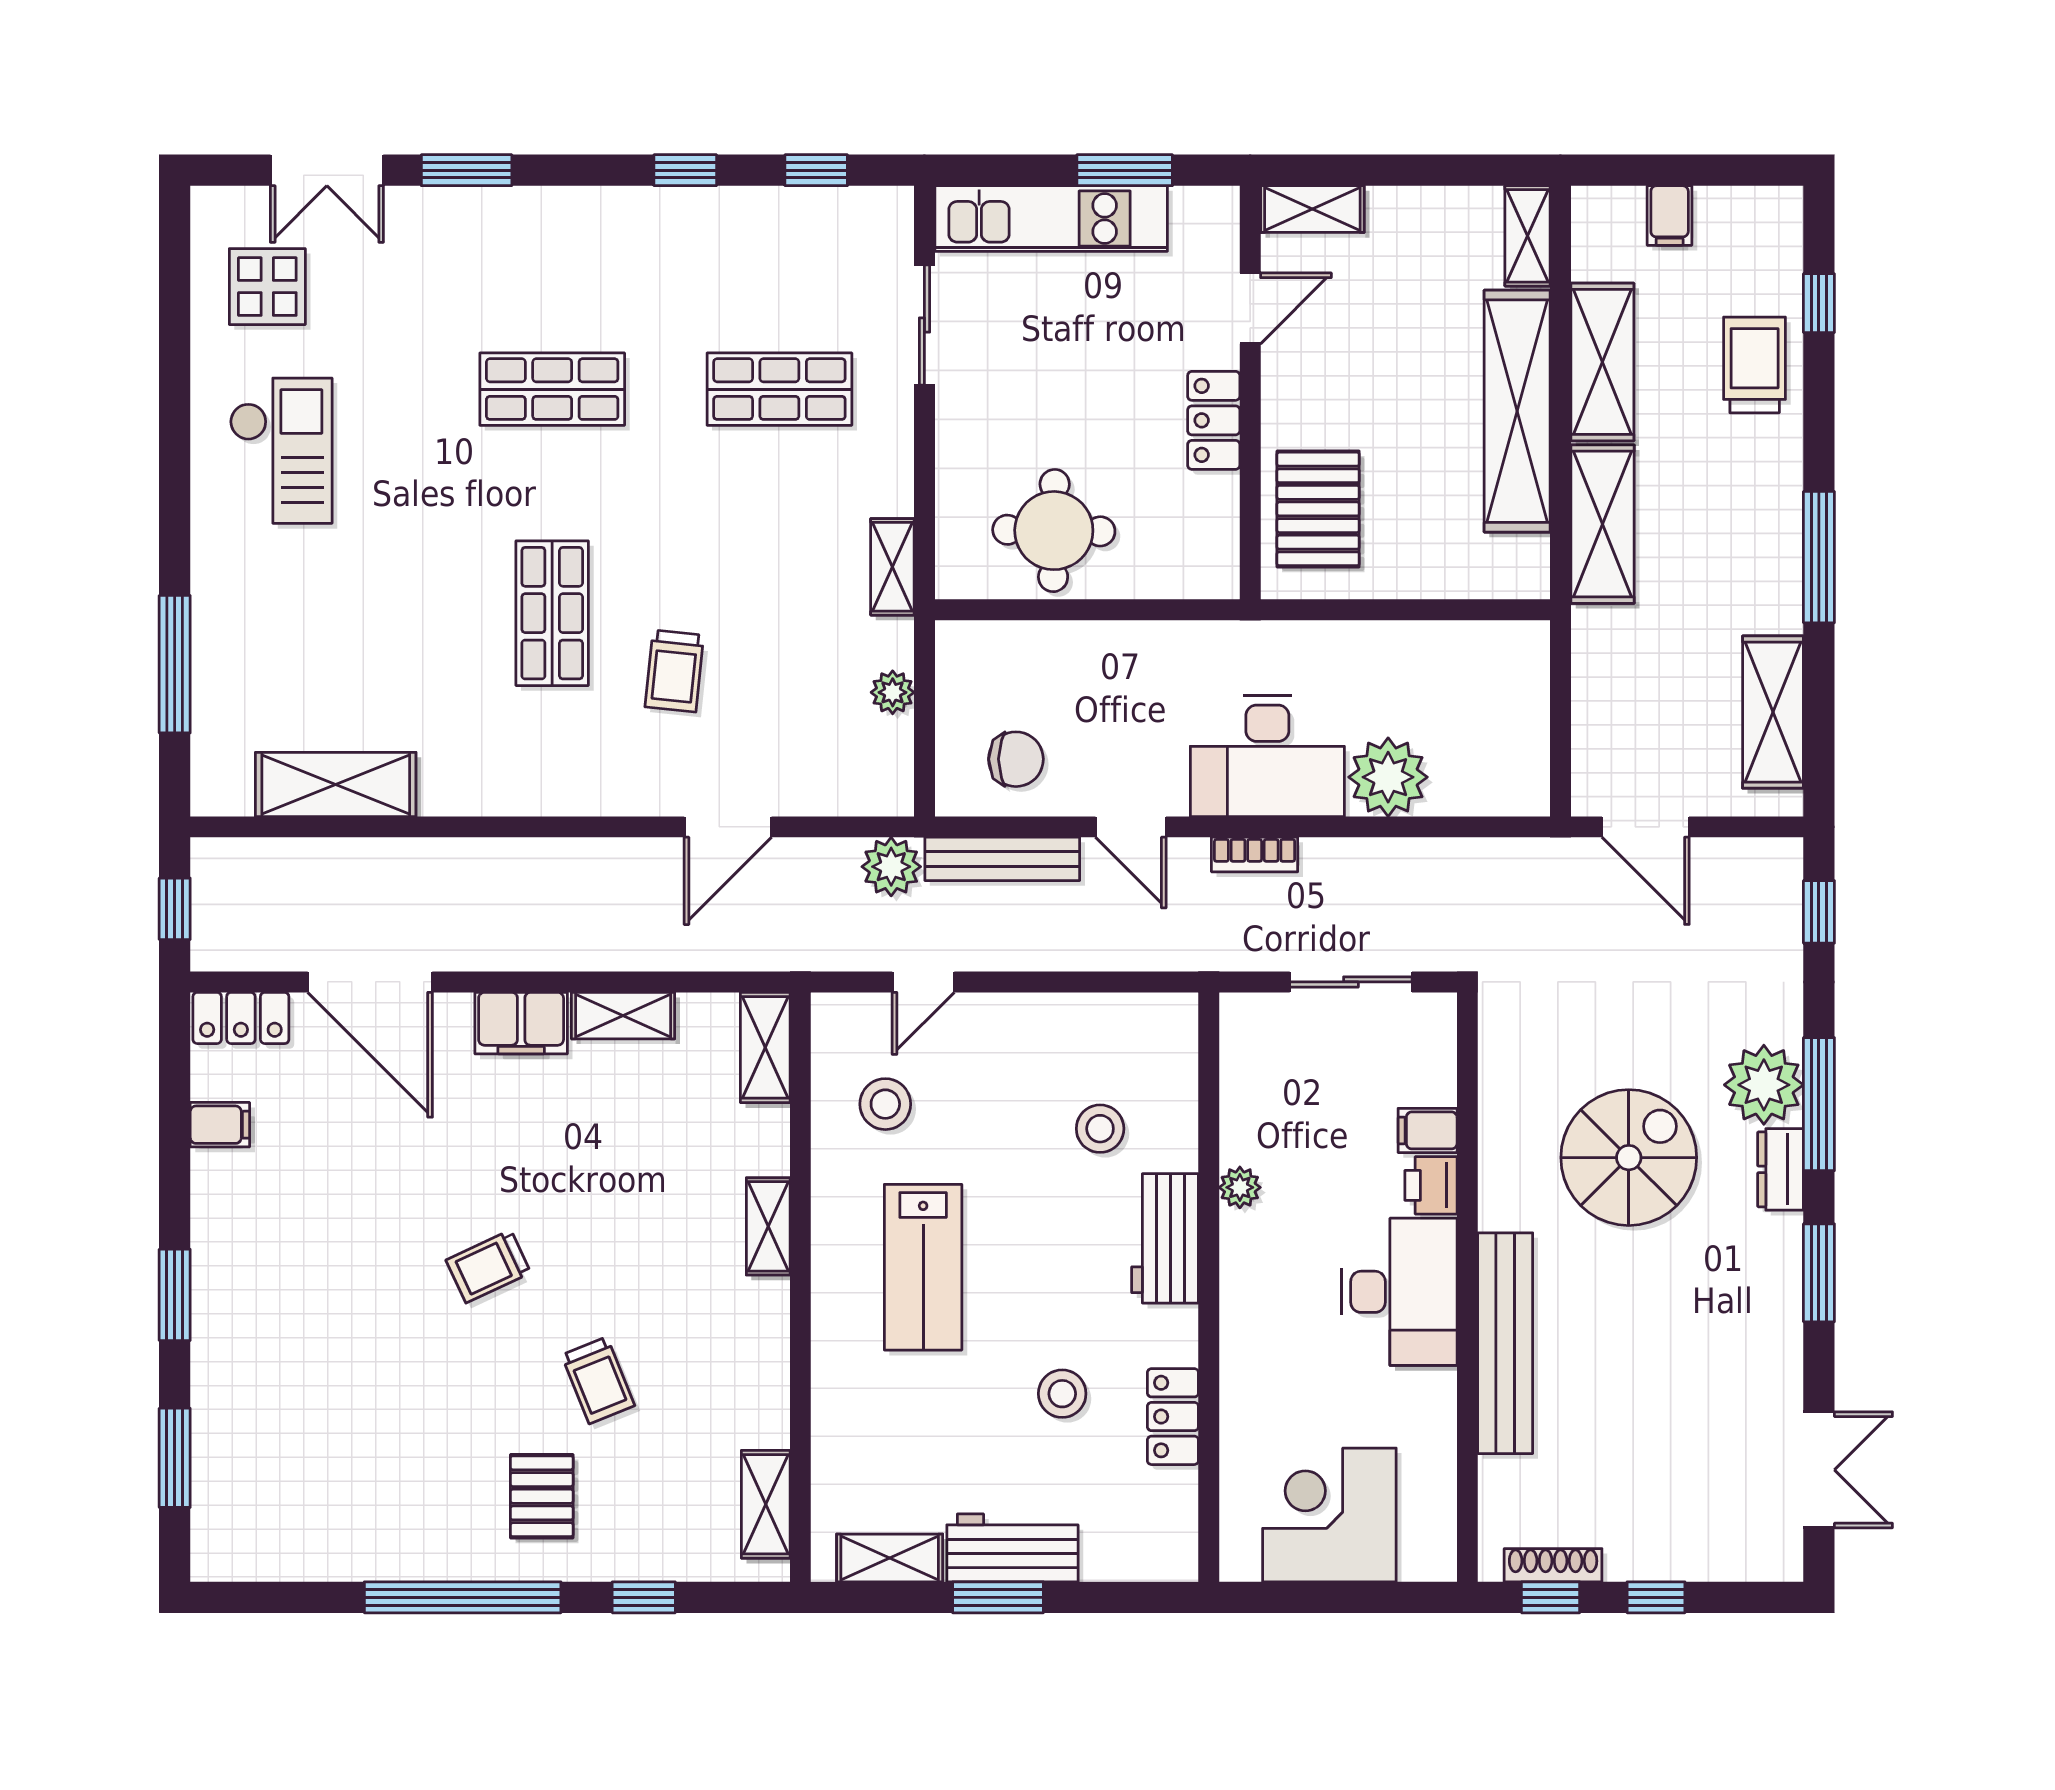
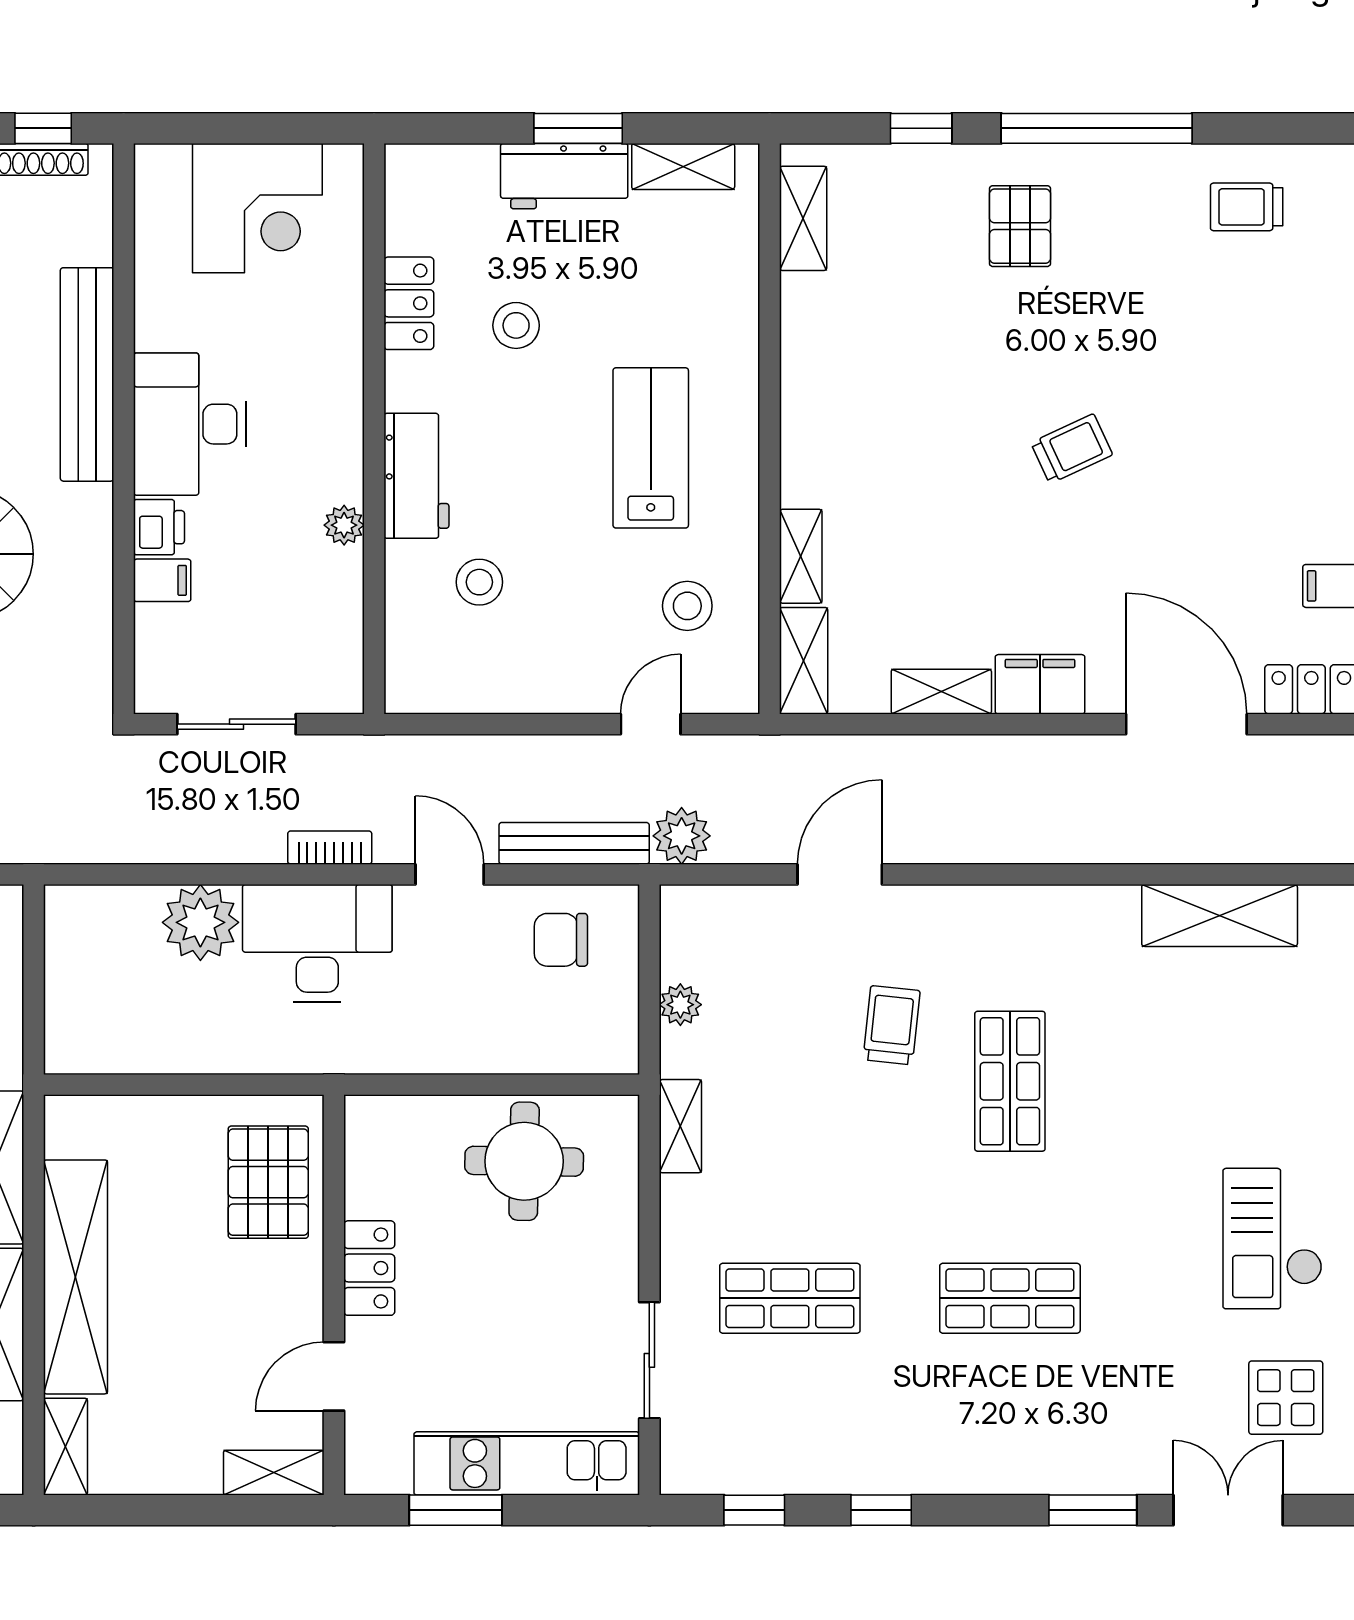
shelving: (768, 1226) -> (801, 556), moved
trolley: (598, 1380) -> (1247, 207), moved, turned -68

